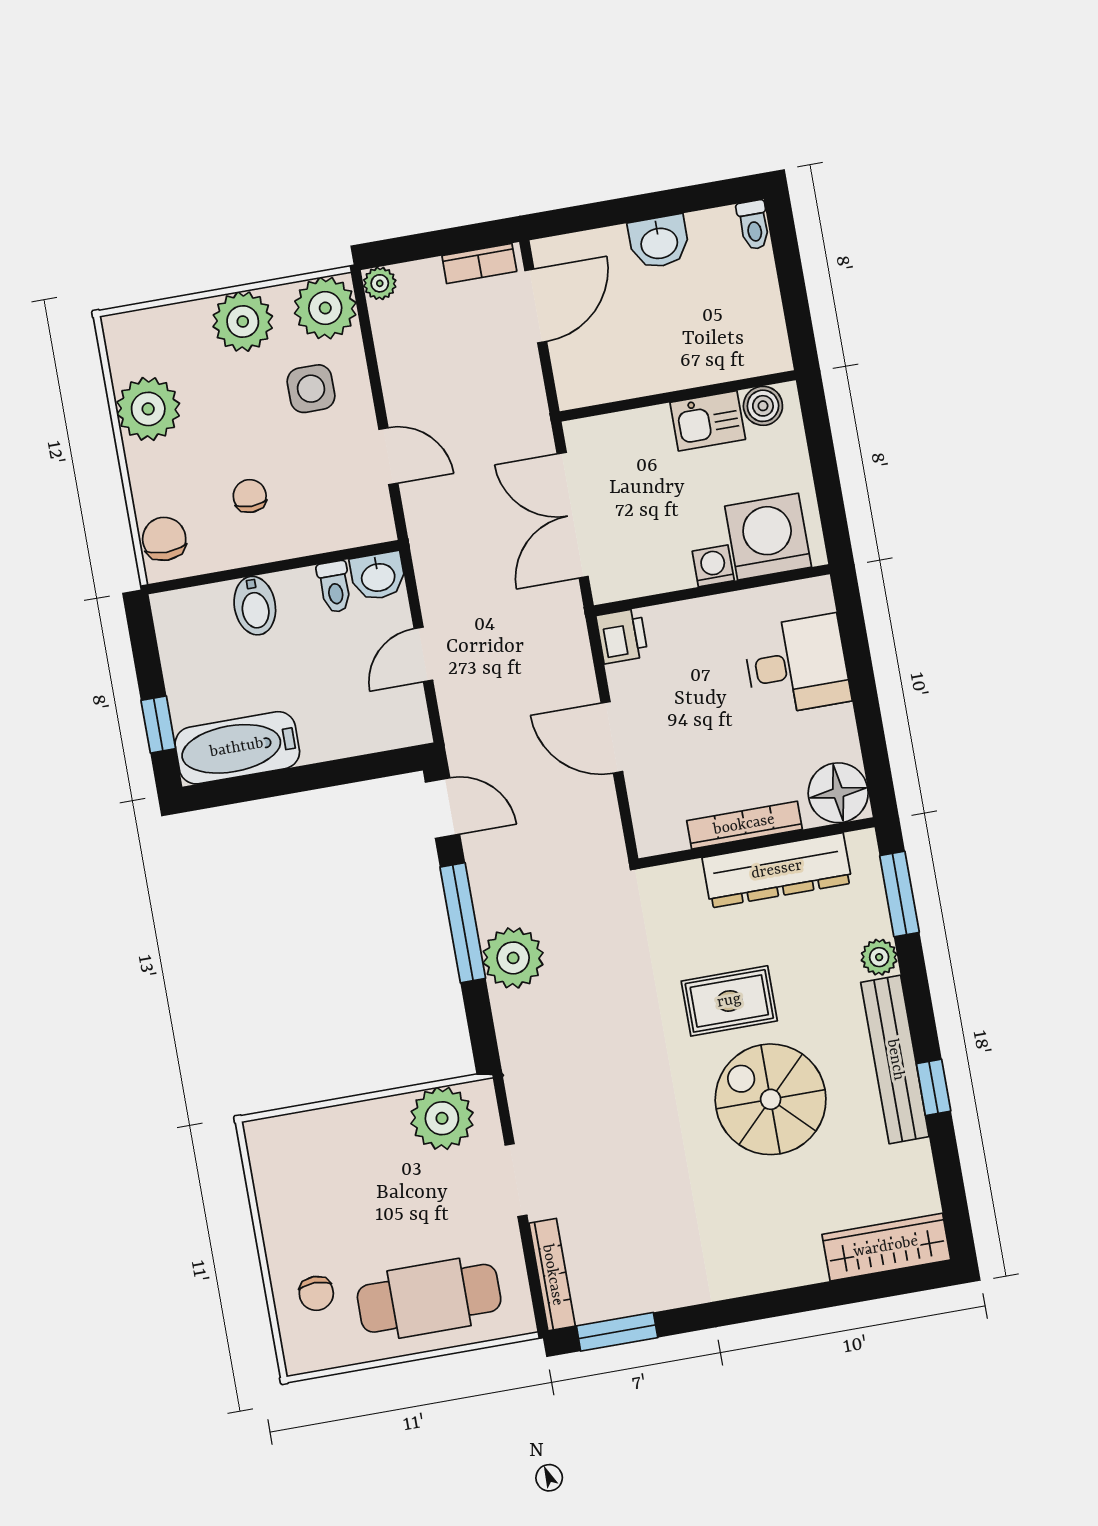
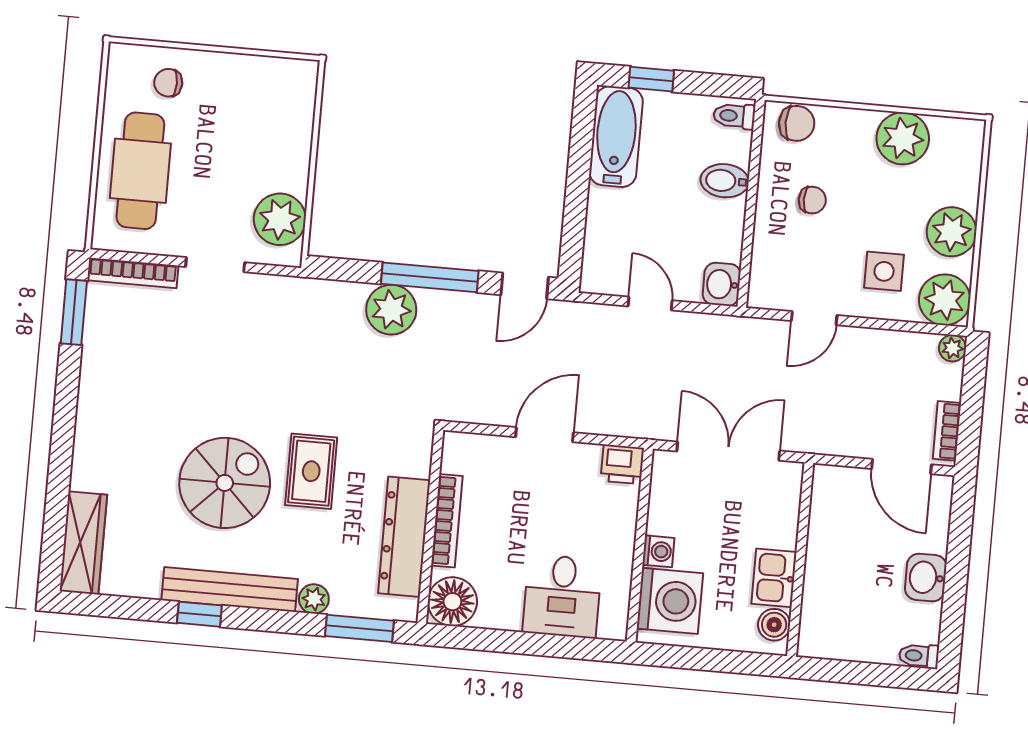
toilet: (335, 587) -> (734, 116), moved

